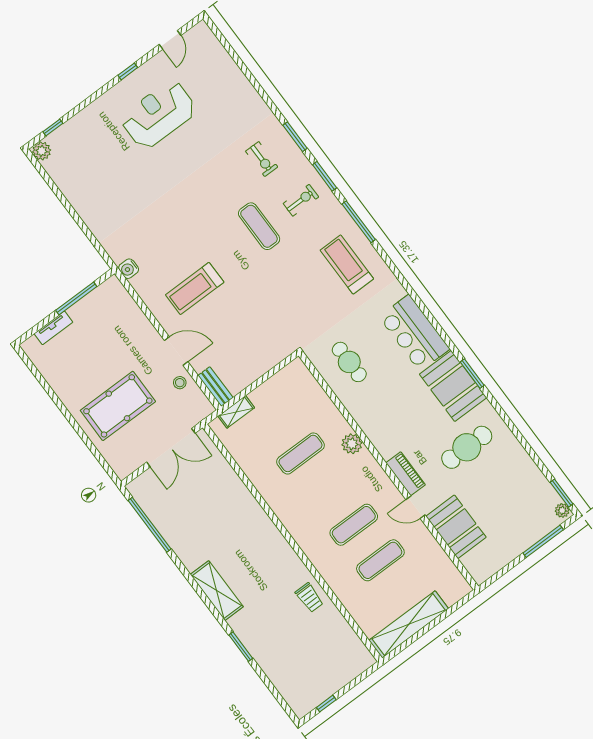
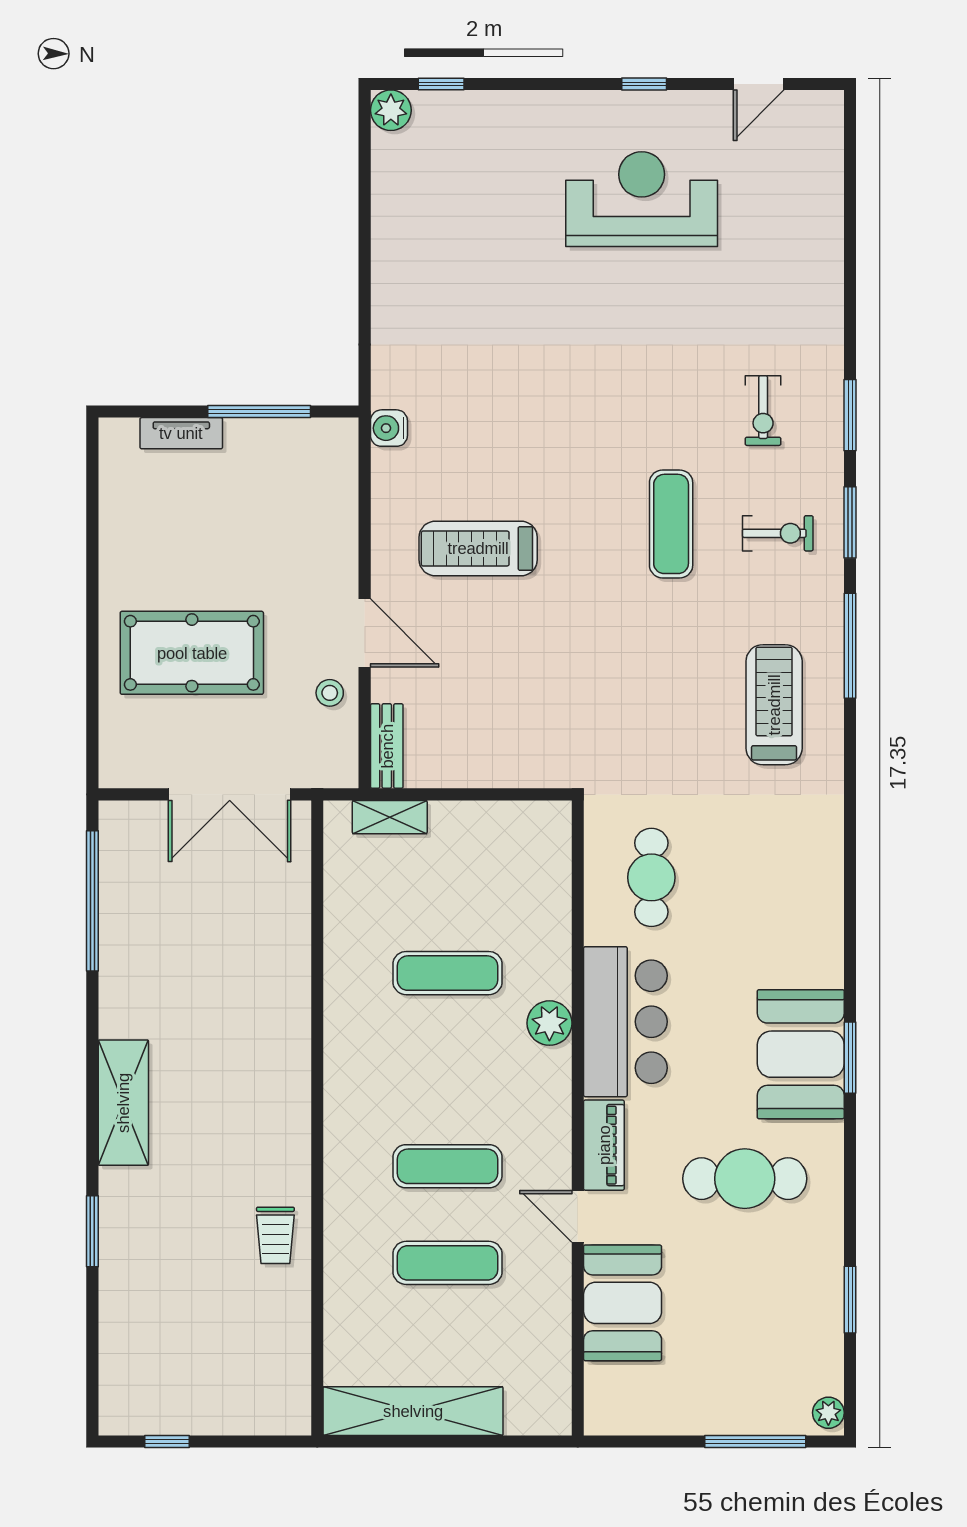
bar counter: (414, 333) -> (625, 1022), moved, turned 180
window: (562, 493) -> (850, 1300), moved

